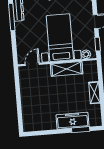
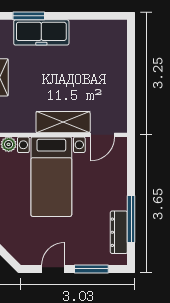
shelving: (67, 69) -> (63, 122), moved

